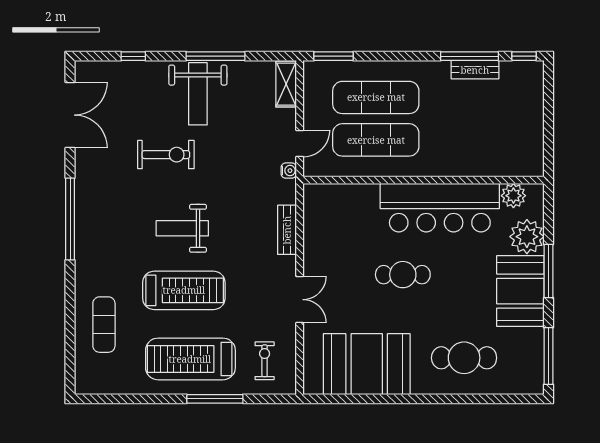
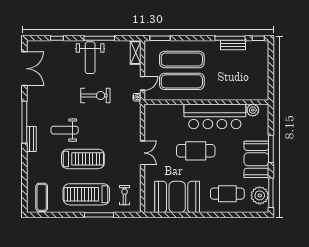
exercise bike: (166, 155) -> (95, 96), moved
weight bench: (182, 228) -> (65, 130), moved
bench: (287, 230) -> (31, 139), moved
plant: (527, 237) -> (260, 195), moved
cafe table: (403, 275) -> (196, 151), width x1.37, depth x1.35
double door: (300, 300) -> (143, 153), moved
exercise mat: (104, 325) -> (42, 197), moved

